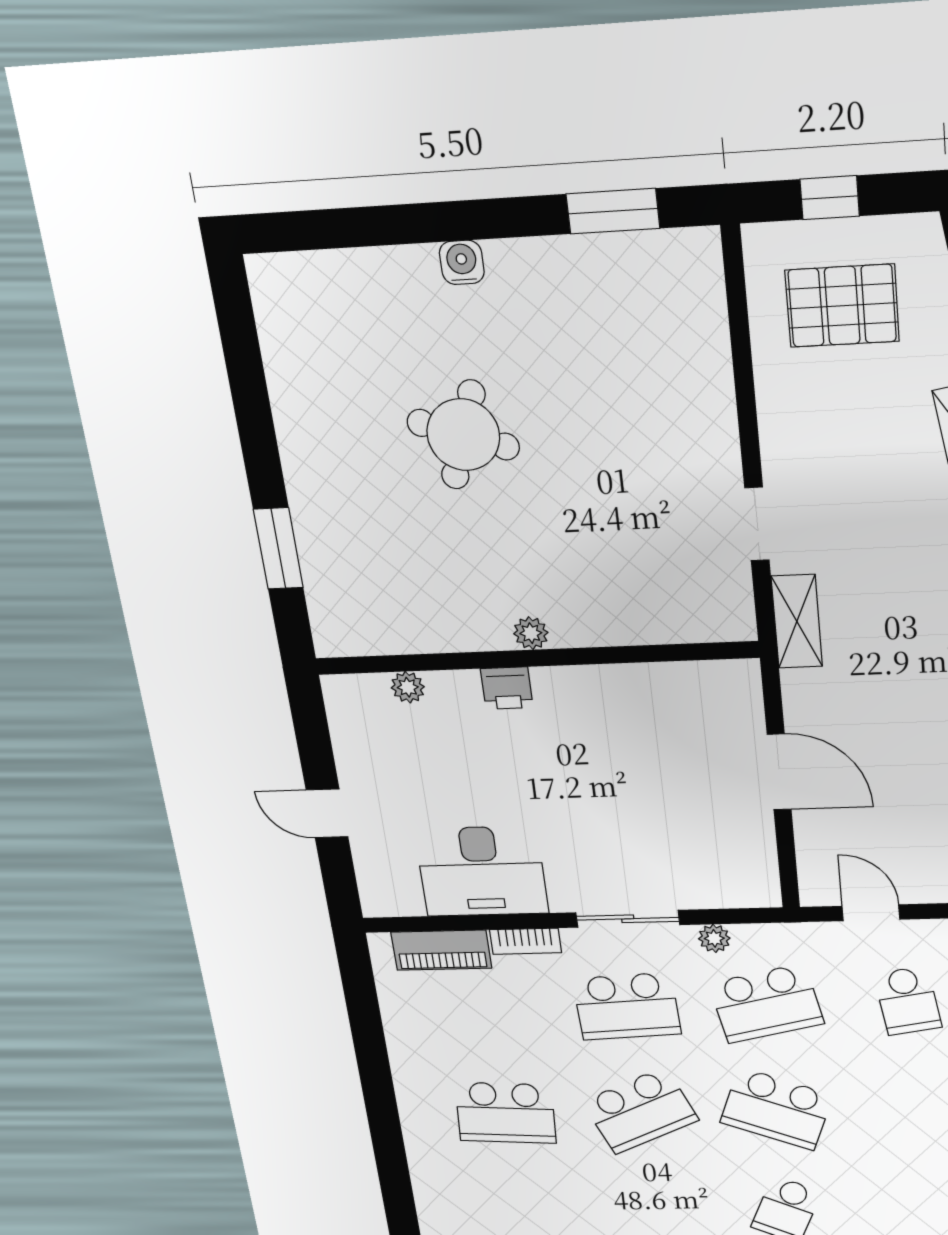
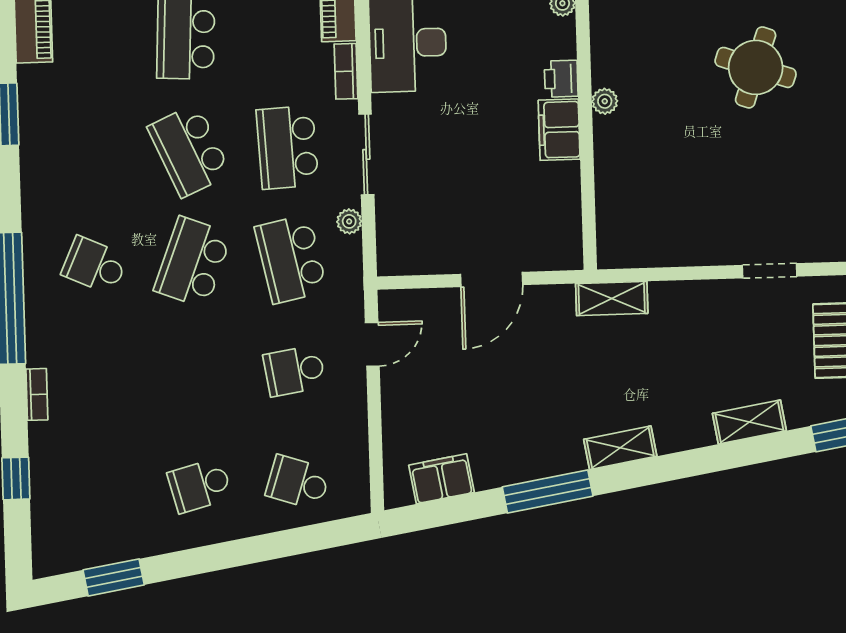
doorway: (757, 524) -> (770, 271), moved
filing cabinet: (574, 690) -> (559, 130), added

